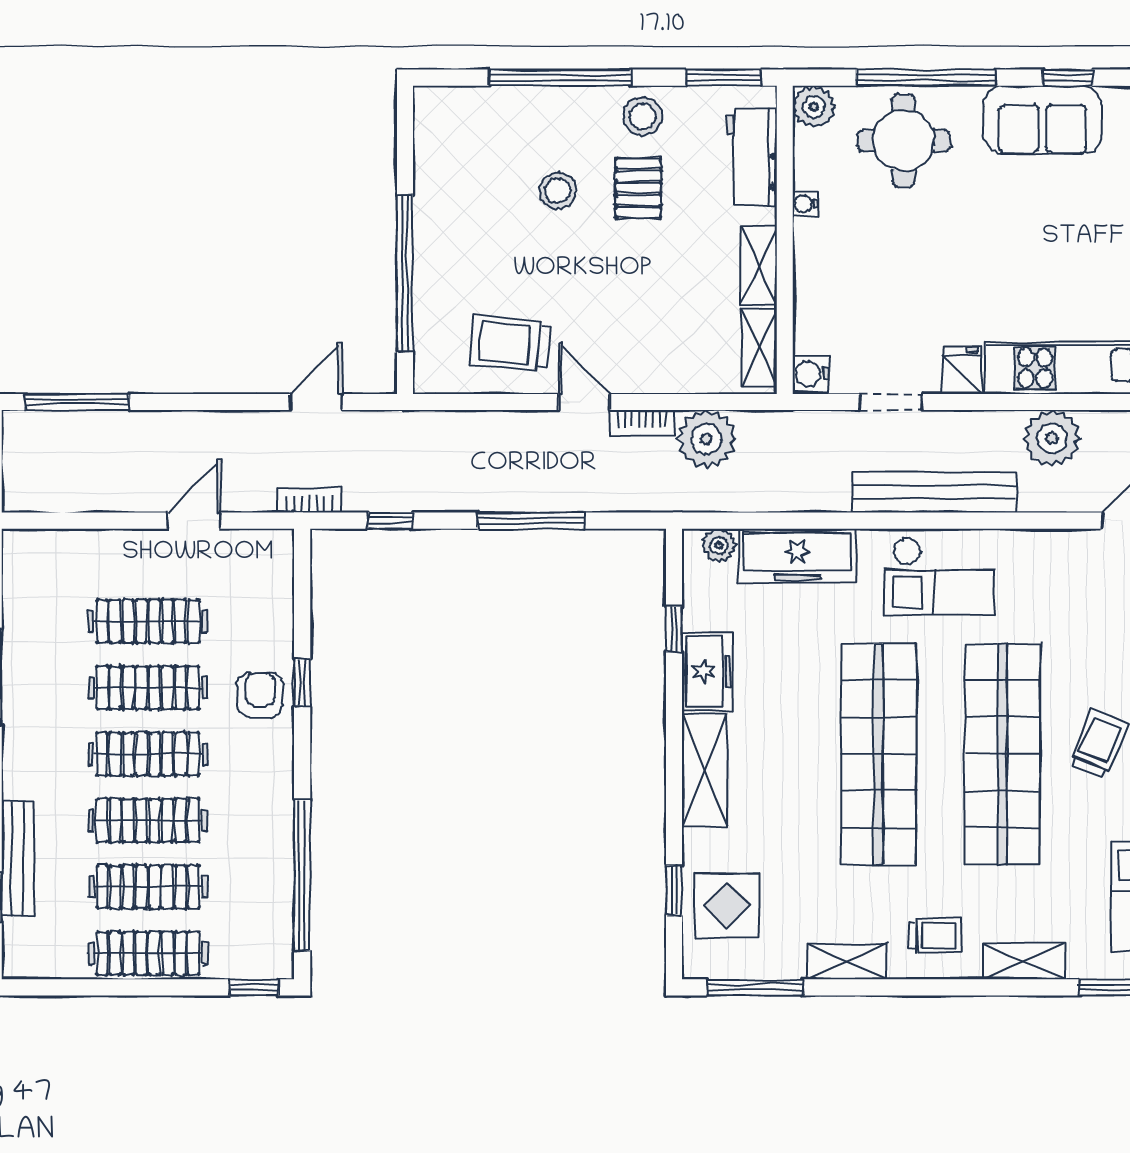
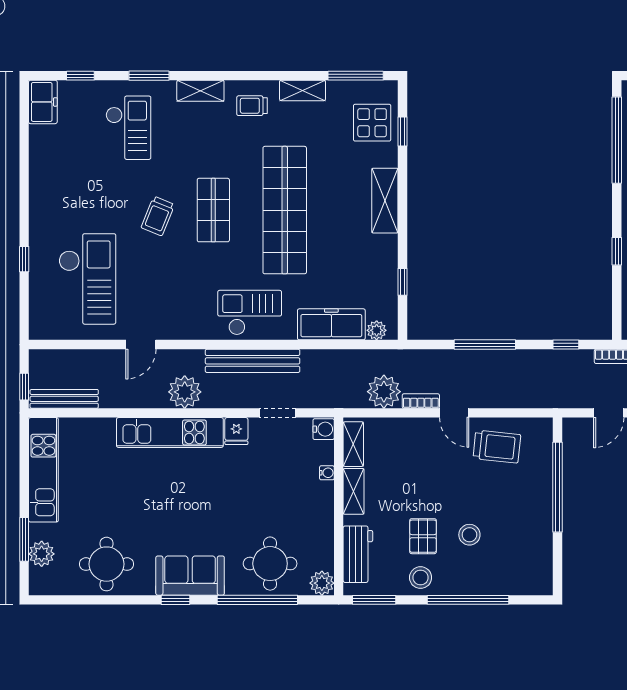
water cooler: (805, 204) -> (327, 473), moved
freezer: (707, 672) -> (383, 258), removed
shop shelf: (1002, 754) -> (213, 210), width x0.50, depth x0.74

